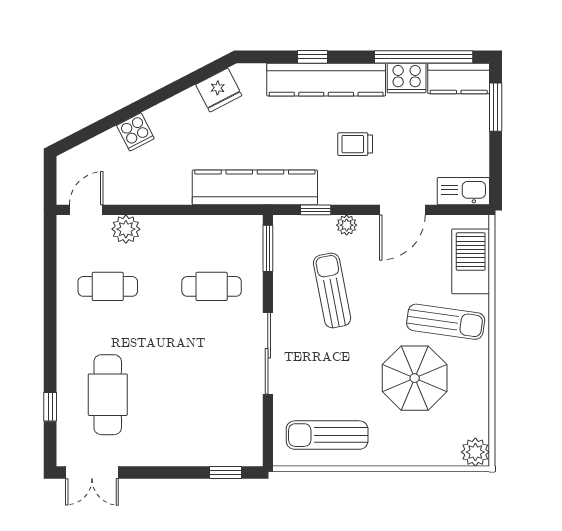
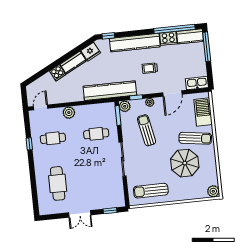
window: (312, 57) -> (108, 36), moved
window: (496, 107) -> (207, 47), width x1.44
kitchen counter: (175, 111) -> (73, 62), added
plant: (286, 228) -> (125, 106), added
plant: (126, 229) -> (69, 113), moved
window: (50, 407) -> (29, 144), moved
double door: (92, 472) -> (80, 214), moved

